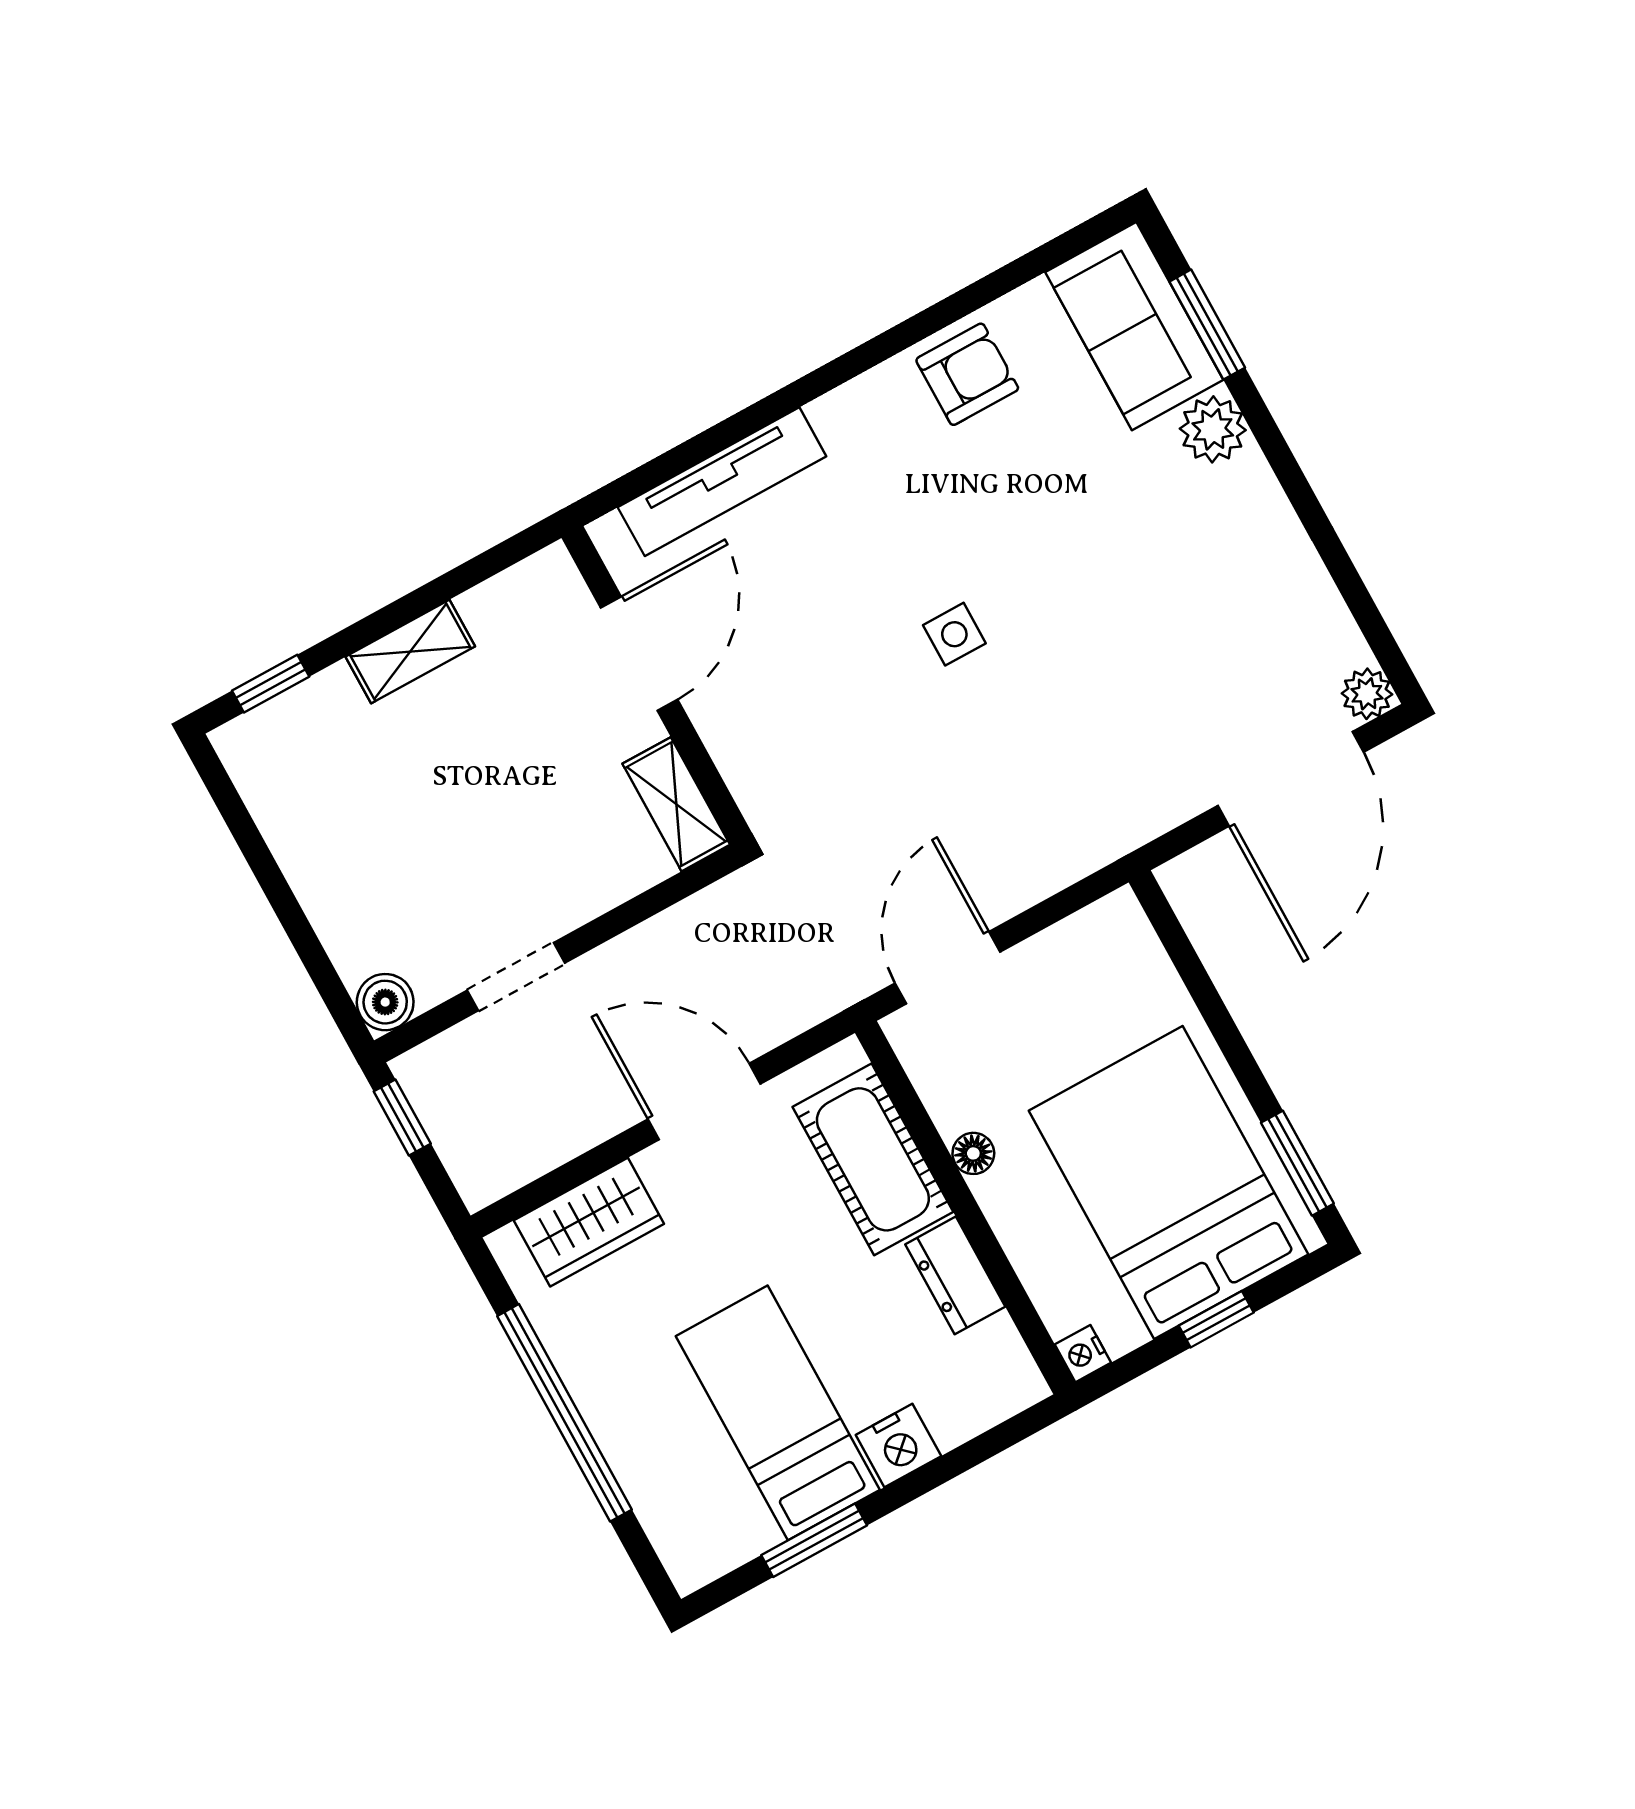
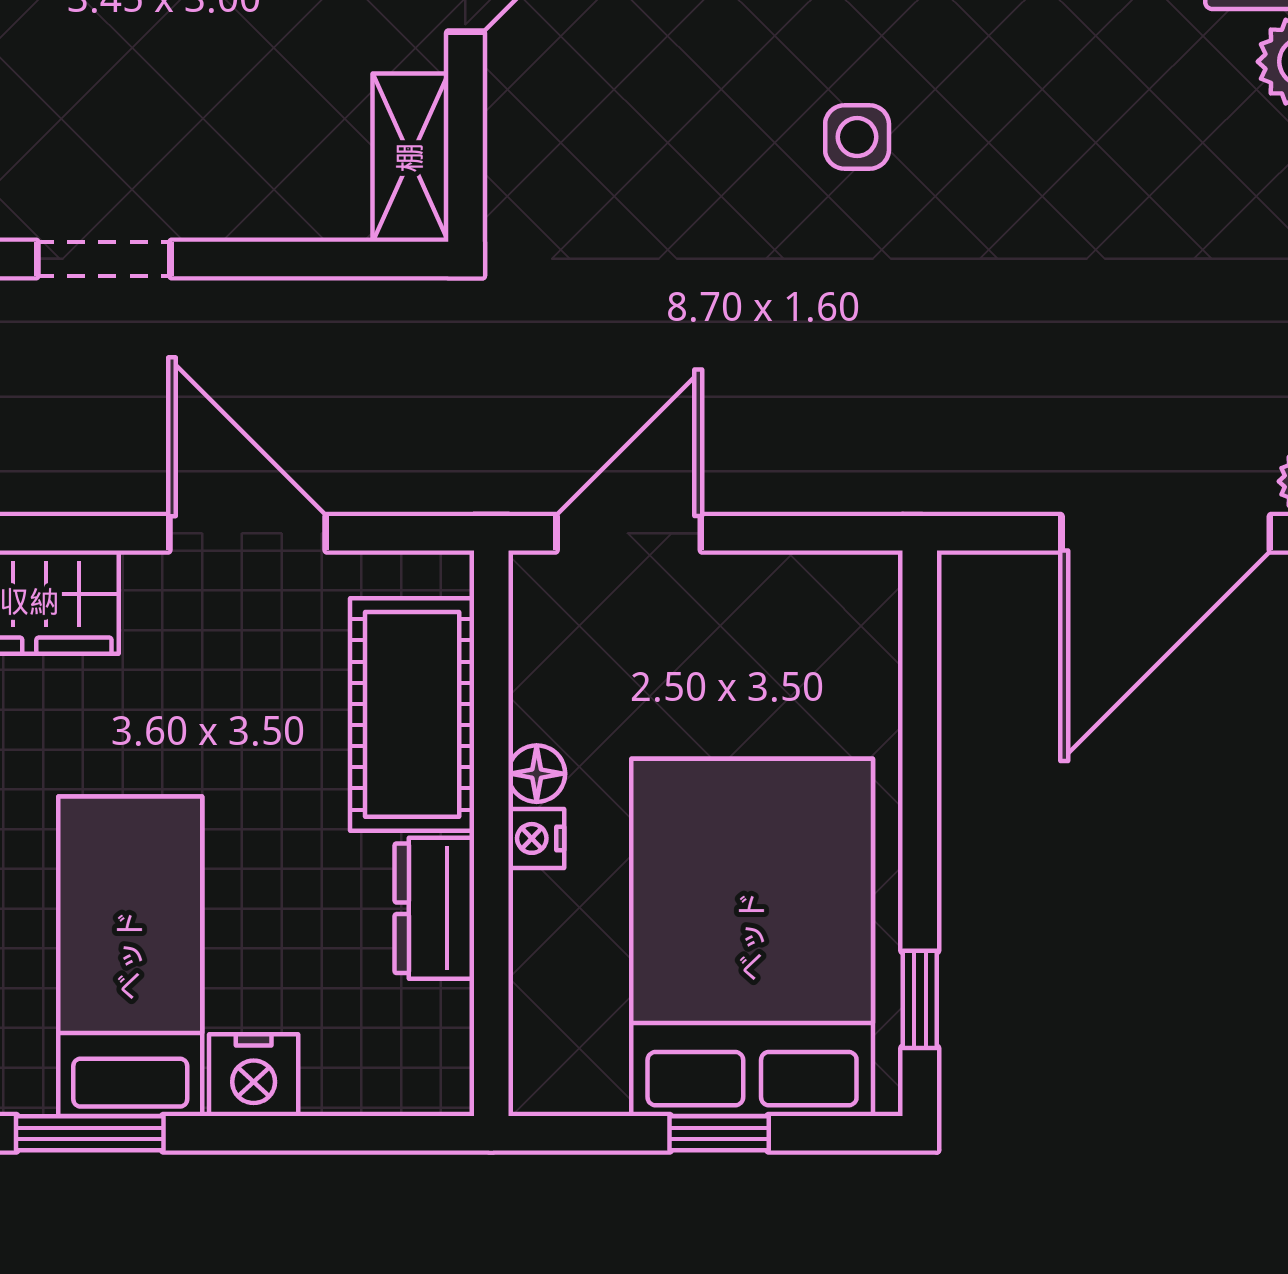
window: (1297, 1163) -> (920, 999), width x0.67
nightstand: (1083, 1354) -> (536, 838), moved

